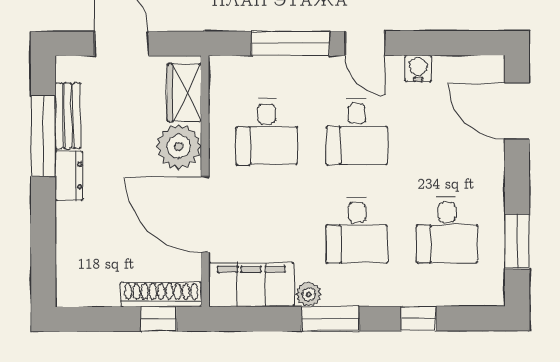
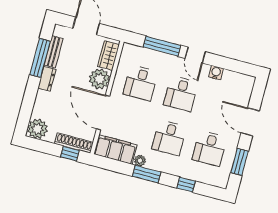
door: (517, 111) -> (250, 122), moved
plant: (77, 285) -> (37, 129), added

